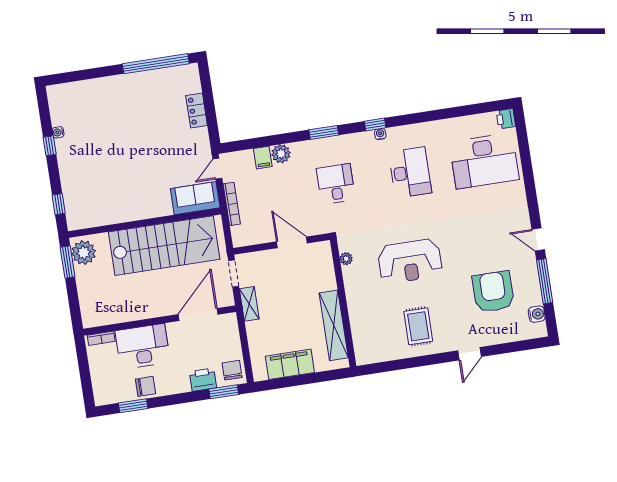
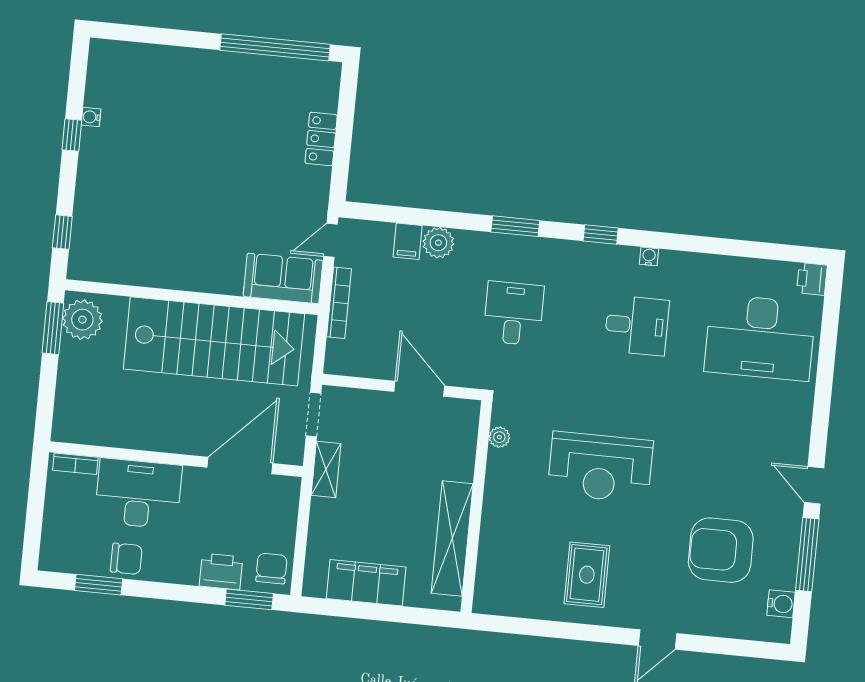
water cooler: (380, 134) -> (649, 256), moved
desk: (410, 172) -> (637, 325), width x0.73
armchair: (493, 292) -> (721, 550), turned -90

